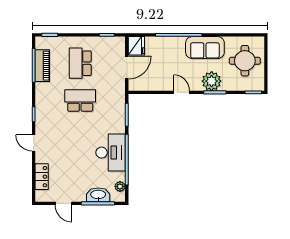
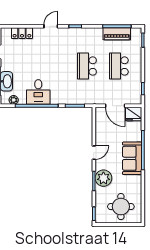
sofa: (205, 48) -> (132, 158), moved
school desk: (80, 63) -> (119, 66), turned -90
school desk: (80, 100) -> (87, 66), turned 180
desk: (111, 153) -> (38, 92), width x0.73

